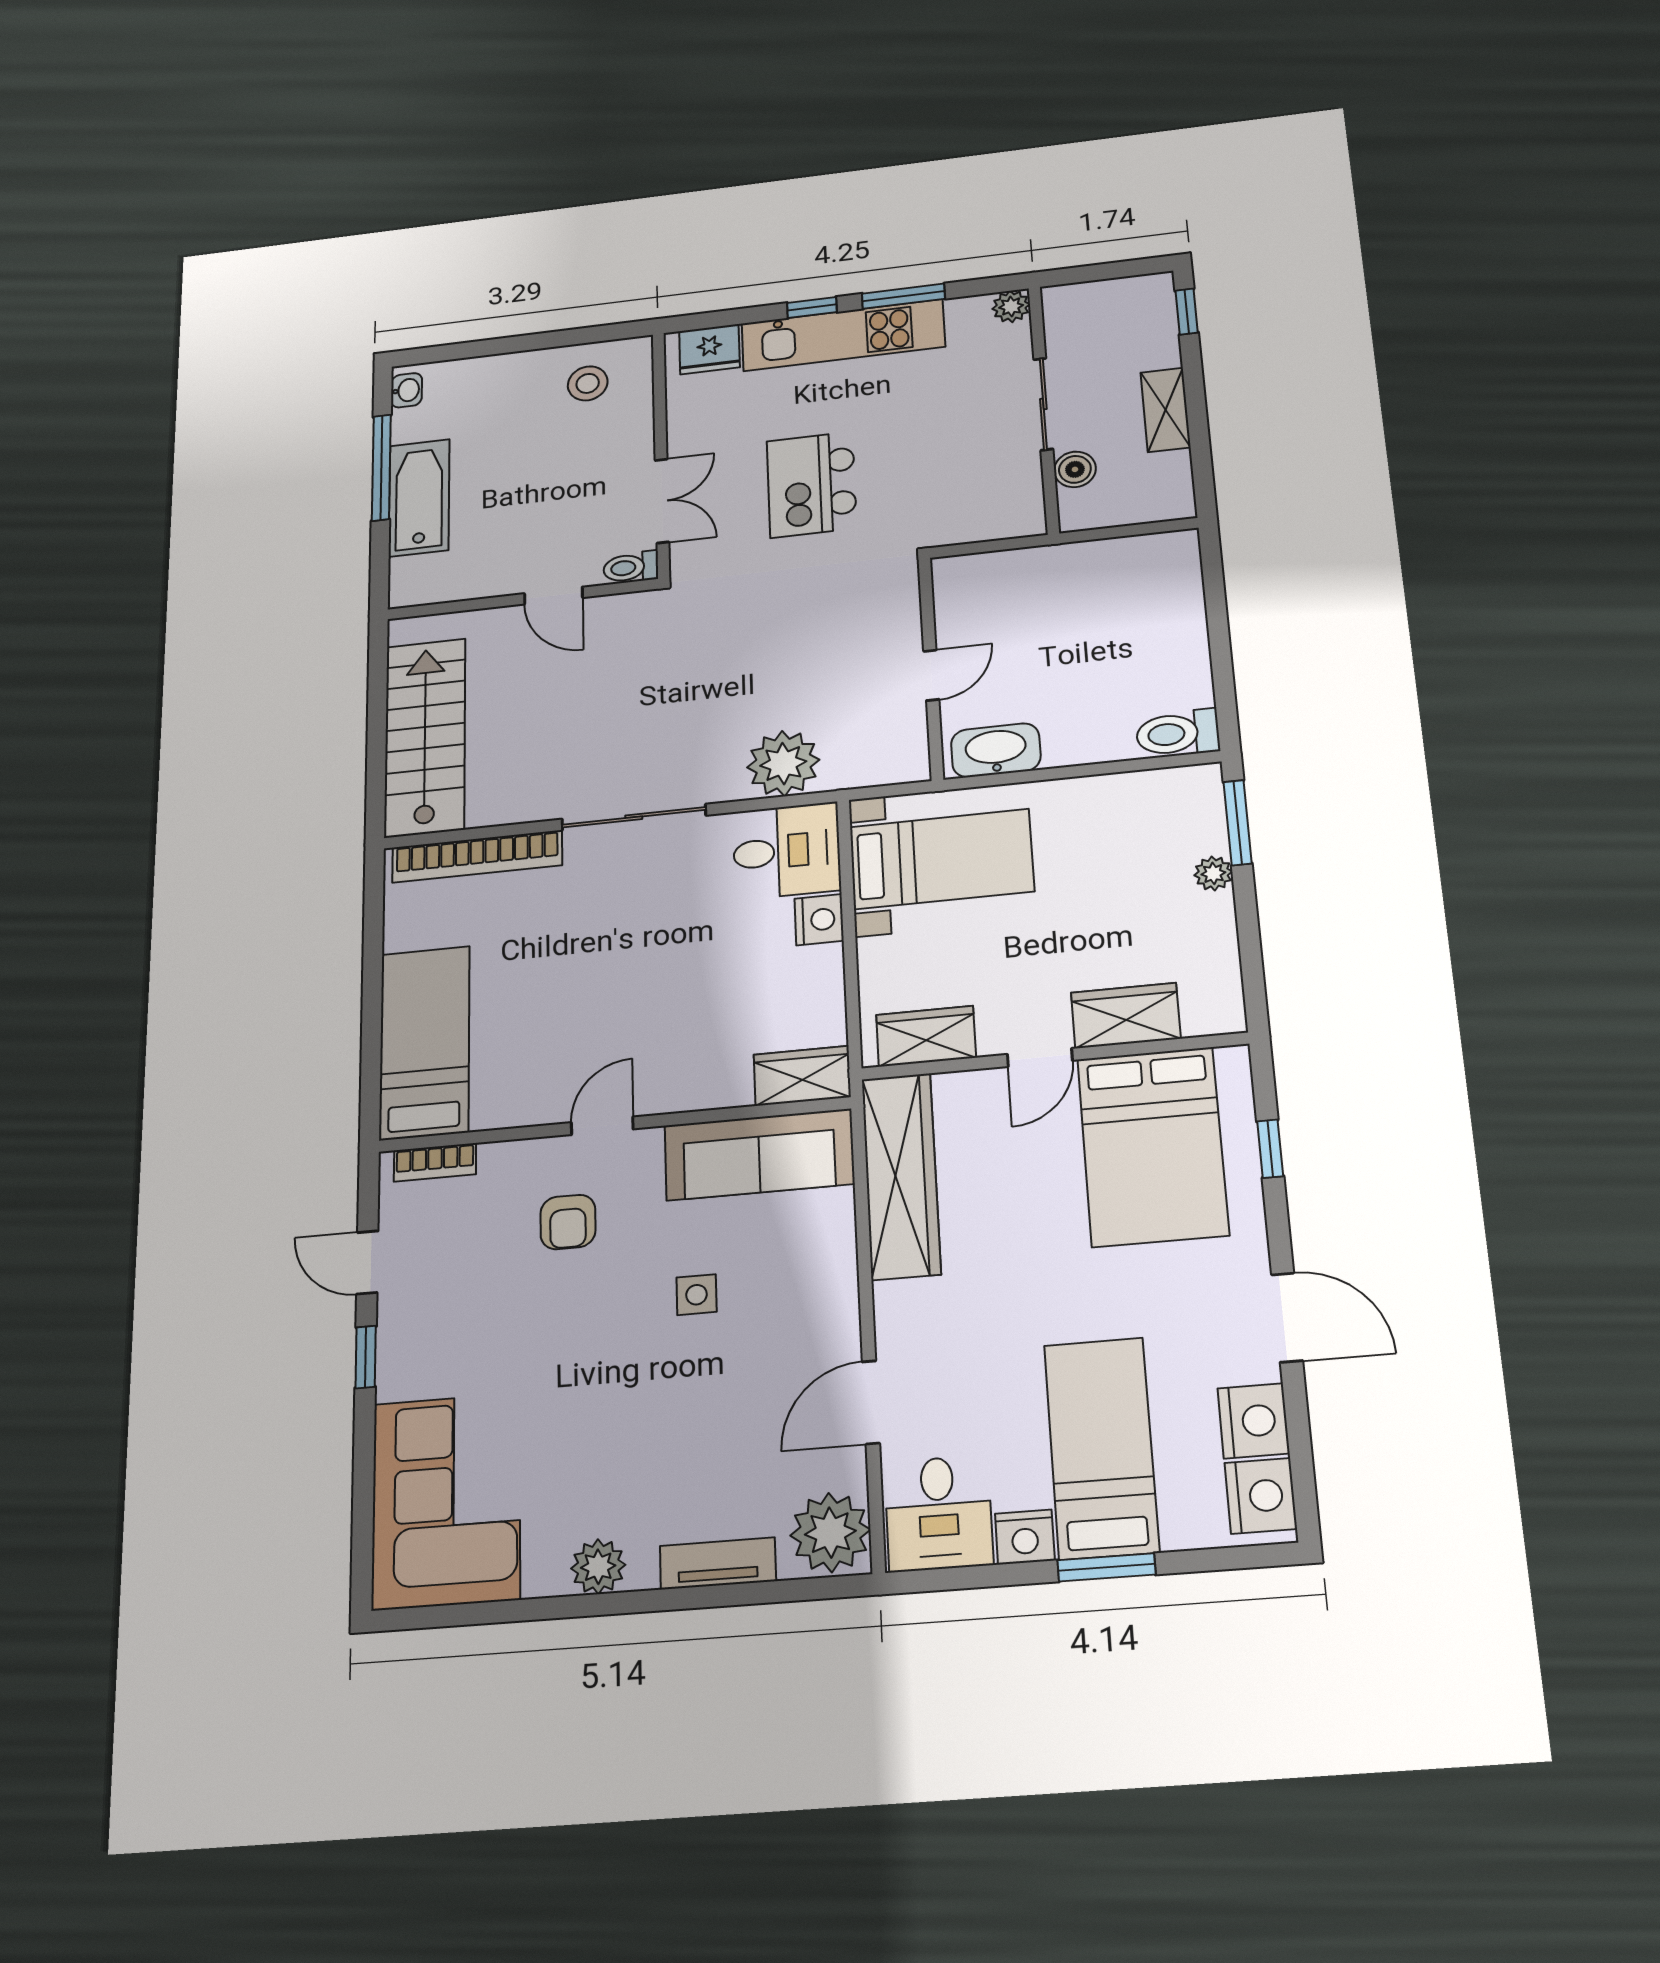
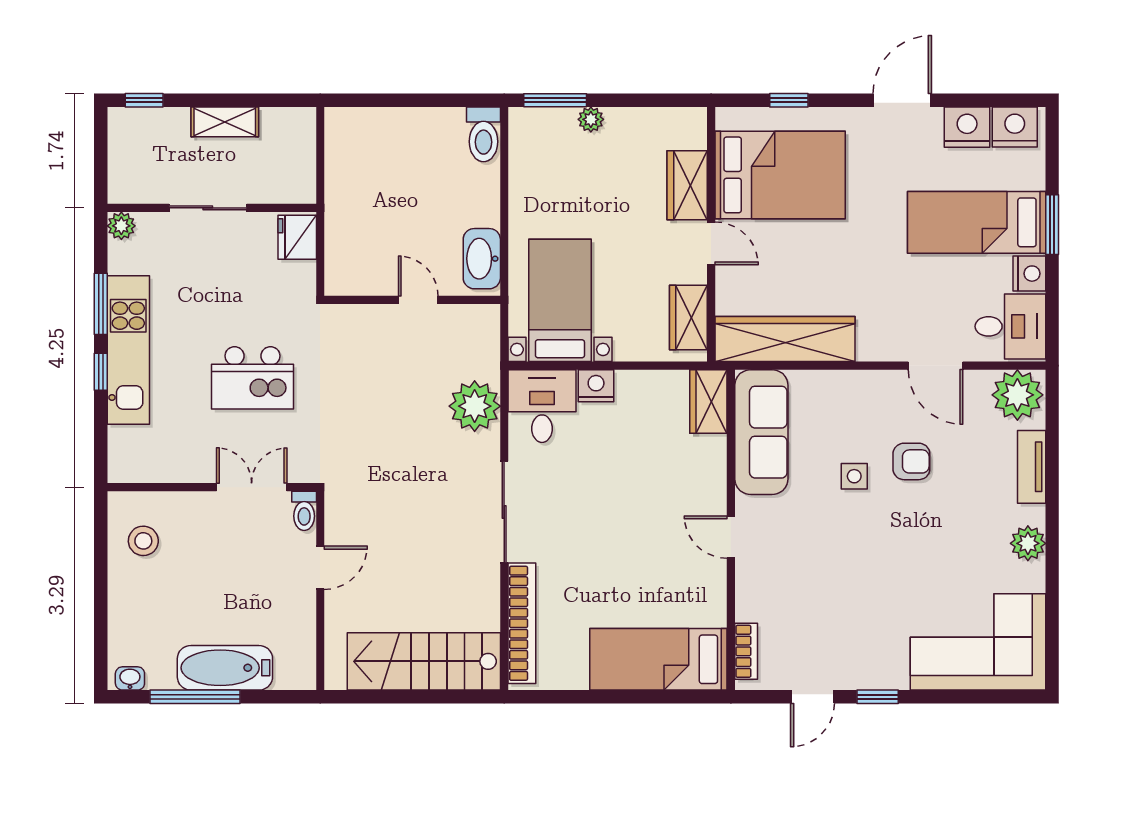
fridge: (709, 349) -> (297, 237), moved, turned 180
boiler: (1075, 469) -> (265, 189), removed
armchair: (568, 1222) -> (911, 461), moved

